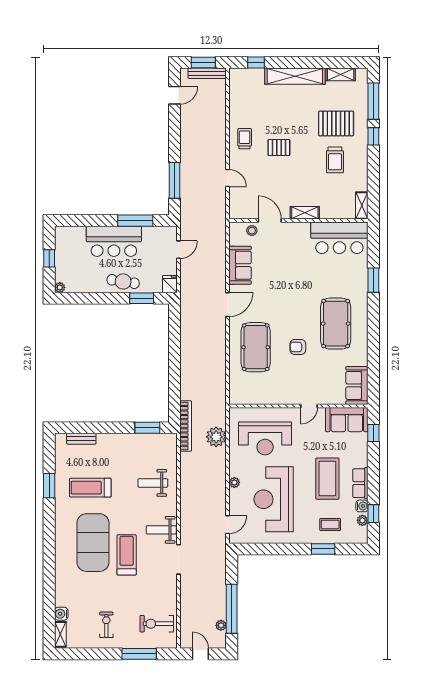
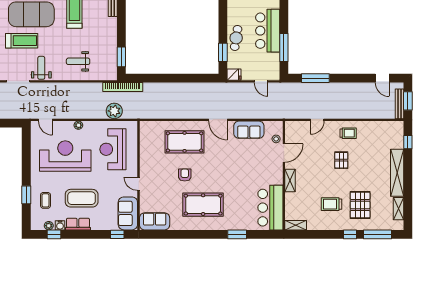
weight bench: (153, 483) -> (78, 61), turned -90

